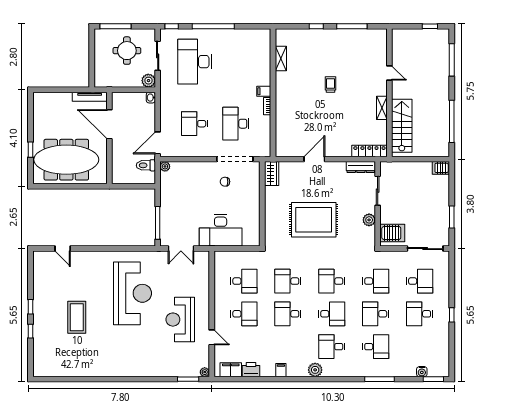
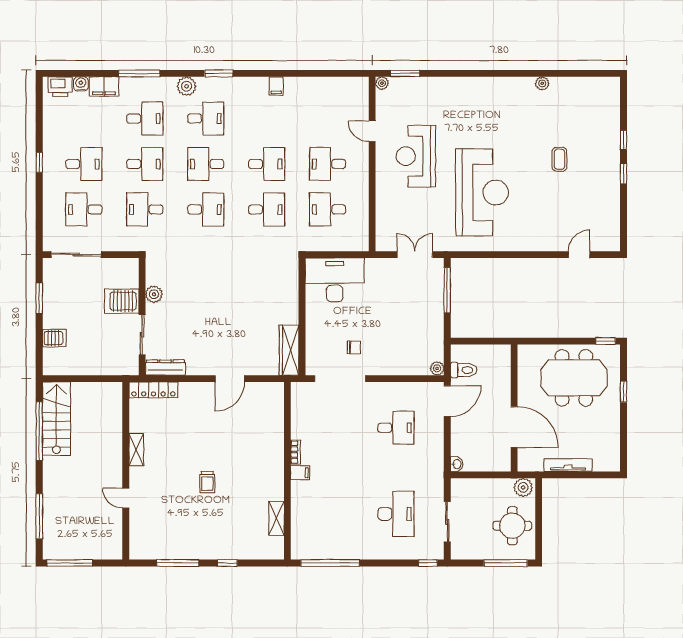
window: (213, 26) -> (330, 563), moved
window: (430, 26) -> (70, 563), width x2.17
round table: (127, 51) -> (512, 526), moved
desk: (195, 62) -> (396, 514), width x0.73, depth x0.77
plant: (148, 81) -> (523, 488), moved
tv unit: (90, 97) -> (568, 465), moved
desk: (236, 124) -> (339, 428), removed
stairs: (402, 126) -> (56, 419), moved, turned 180
meeting table: (66, 160) -> (574, 378), width x0.73
server rack: (441, 168) -> (54, 338), moved
wardrobe: (272, 174) -> (289, 350), width x1.50
window: (44, 186) -> (606, 341), added
rug: (314, 220) -> (231, 294), removed
desk: (221, 230) -> (335, 280), moved
server rack: (392, 233) -> (122, 301), moved
door: (63, 249) -> (579, 255), hinge flipped
reception desk: (133, 293) -> (482, 192), turned 180
coffee table: (77, 317) -> (559, 159), width x0.54, depth x0.58
reception desk: (180, 320) -> (416, 156), turned 180
desk: (376, 347) -> (145, 119), turned 180
filing cabinet: (231, 370) -> (104, 86), moved
printer: (251, 370) -> (60, 87), moved
plant: (315, 370) -> (187, 86), moved
plant: (89, 372) -> (542, 83), added
window: (433, 379) -> (219, 73), moved

